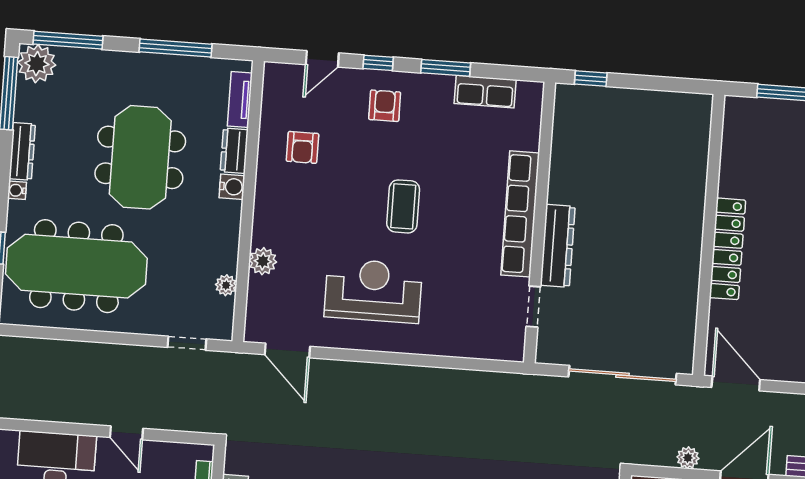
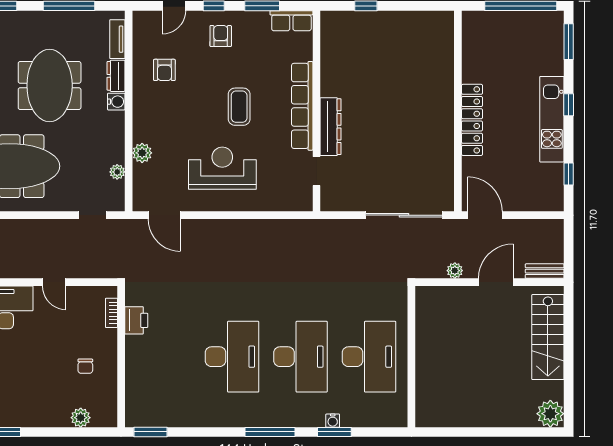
row of seats: (520, 214) -> (302, 106), moved
wall: (540, 223) -> (316, 111), moved
dresser: (558, 246) -> (331, 127), moved
doorway: (533, 307) -> (316, 171), moved

